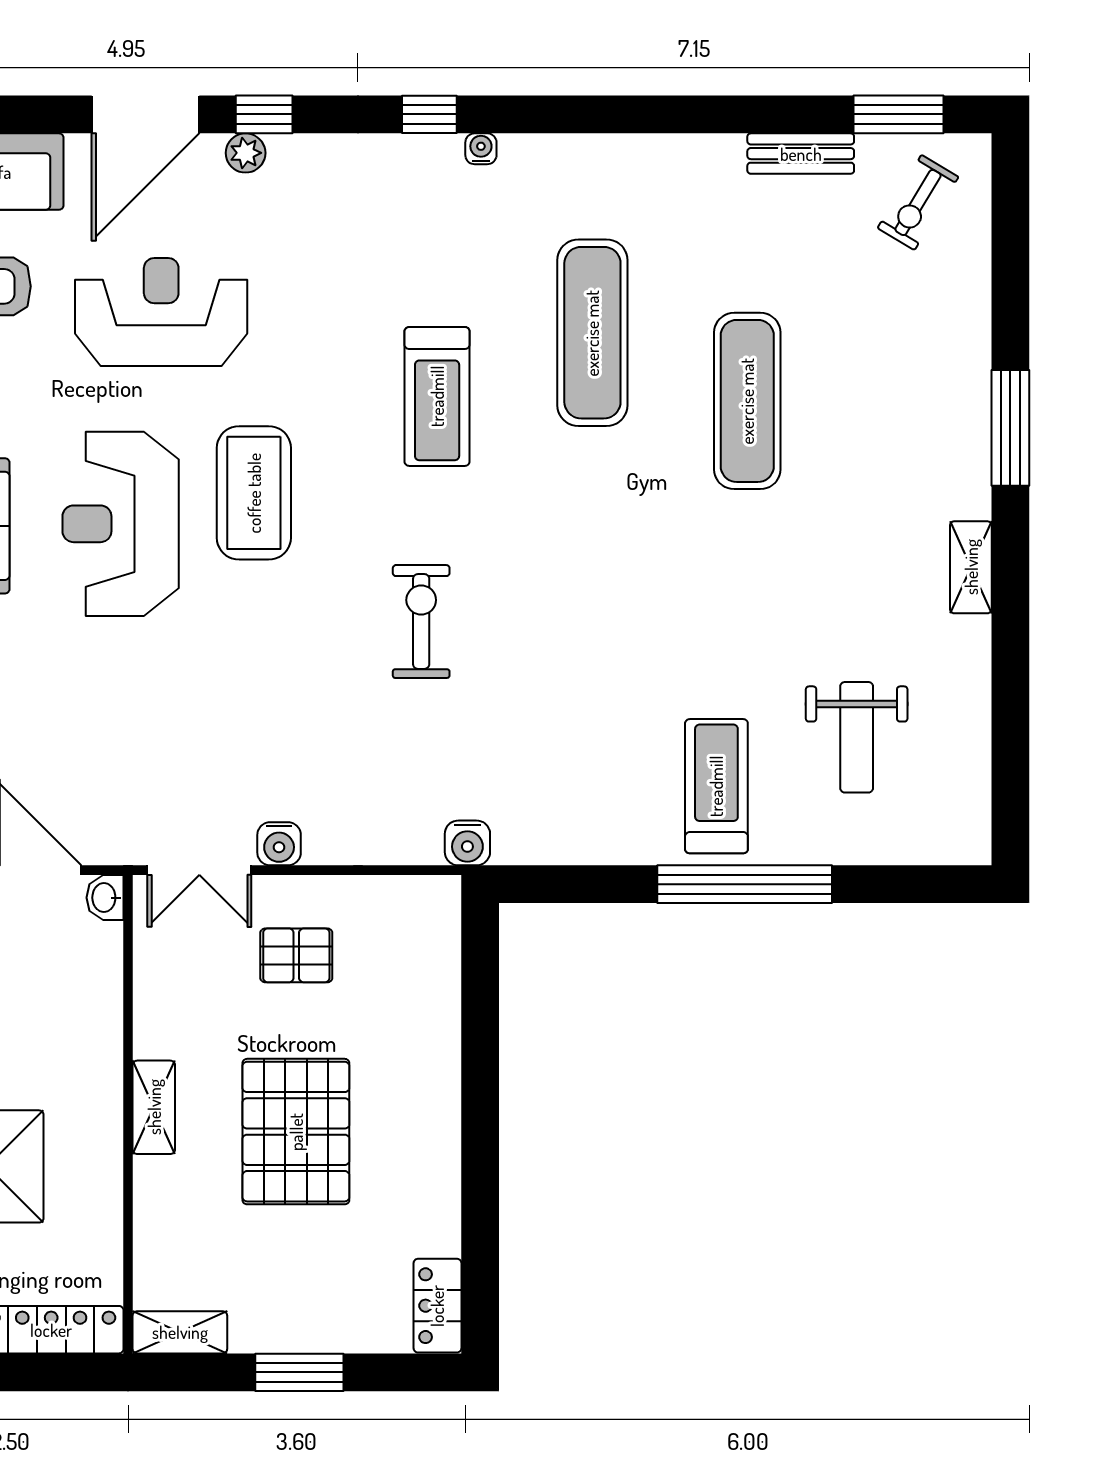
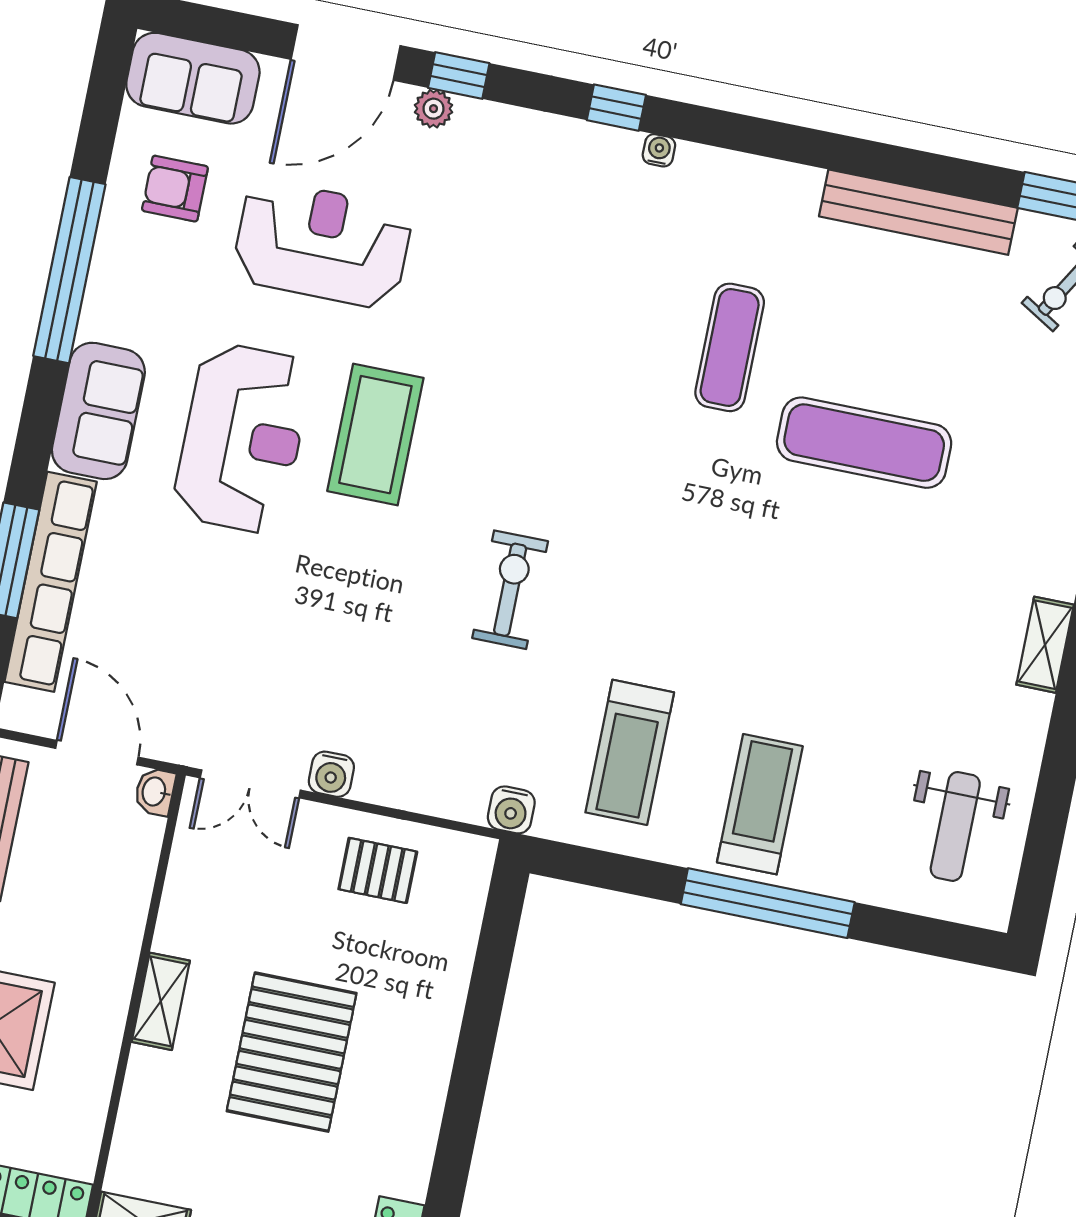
bench: (801, 154) -> (918, 212), width x1.86, depth x1.21
exercise mat: (592, 333) -> (730, 347), width x0.73, depth x0.69
treadmill: (437, 396) -> (630, 752), moved
exercise mat: (747, 401) -> (864, 443), turned 90
reception desk: (121, 524) -> (242, 438), turned 180
weight bench: (857, 737) -> (955, 826), moved
pallet: (296, 955) -> (378, 870), moved

